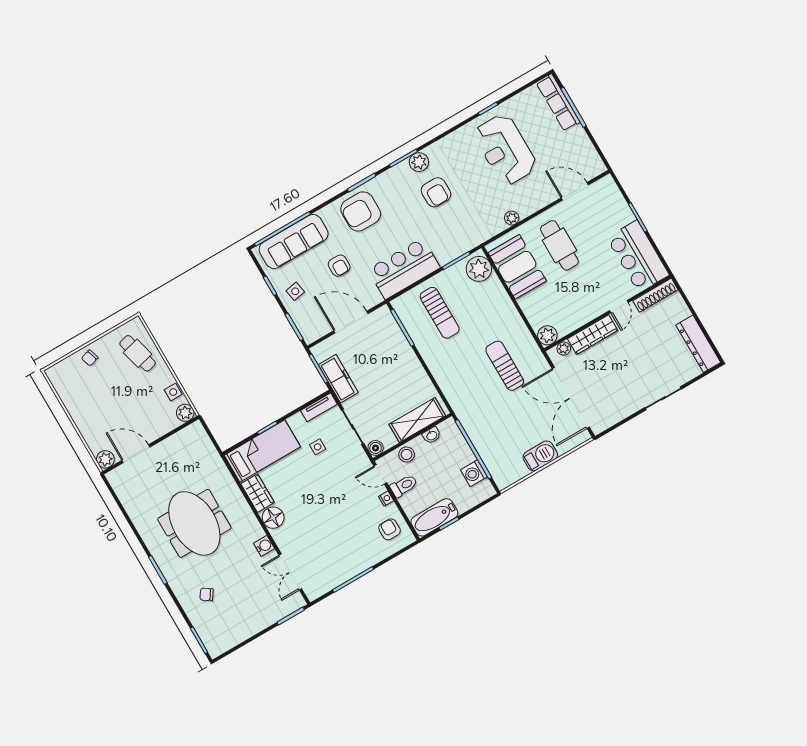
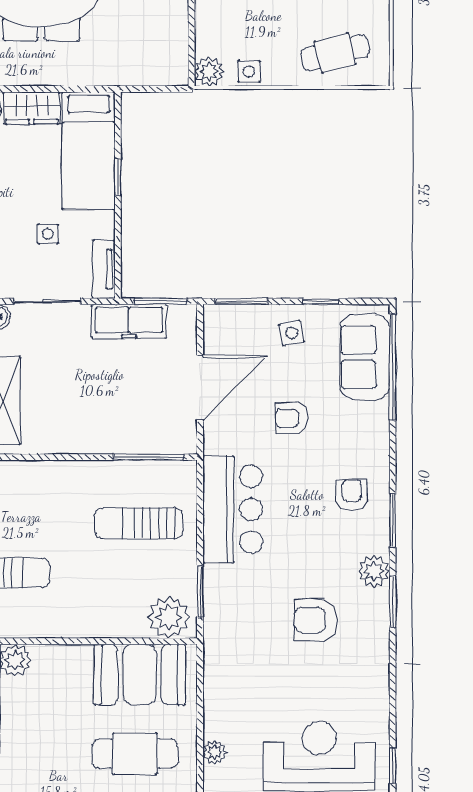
plant: (419, 162) -> (374, 571), moved
armchair: (361, 211) -> (352, 495), width x0.53, depth x0.53
plant: (512, 218) -> (215, 752), moved
sofa: (294, 241) -> (365, 357), width x0.73

